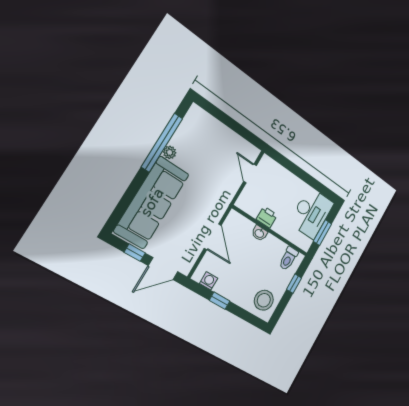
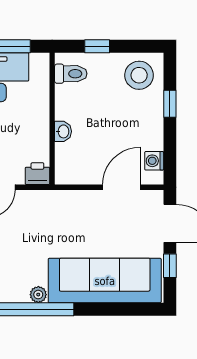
printer: (267, 217) -> (37, 174), moved, turned 90
door: (213, 237) -> (121, 187), moved
window: (219, 301) -> (170, 104), moved

